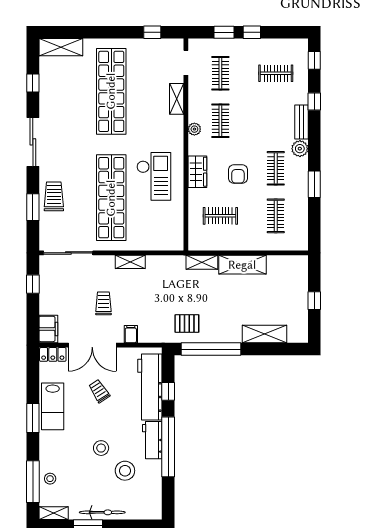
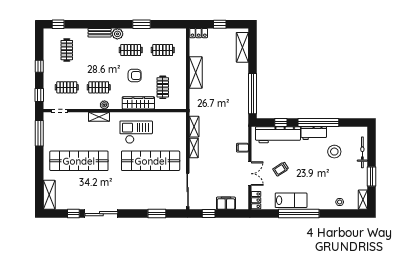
window: (152, 32) -> (39, 133), width x2.17
window: (224, 32) -> (39, 95), moved
shelving: (177, 99) -> (99, 117), moved
window: (314, 101) -> (86, 24), removed
sliding door: (33, 142) -> (101, 214), moved
wardrobe: (197, 172) -> (138, 103), width x1.50
trolley: (54, 196) -> (150, 199), removed
shelving: (202, 262) -> (194, 127), moved
locker: (301, 269) -> (199, 33), added
trolley: (103, 303) -> (222, 166), removed
pallet: (187, 323) -> (235, 110), removed
filing cabinet: (48, 329) -> (226, 203), moved
shelving: (265, 334) -> (242, 47), moved
double door: (92, 345) -> (250, 174), width x0.73
window: (33, 418) -> (299, 214), width x2.11
stool: (101, 448) -> (319, 168), removed
window: (33, 482) -> (342, 214), removed
bicycle: (102, 512) -> (362, 152), moved

